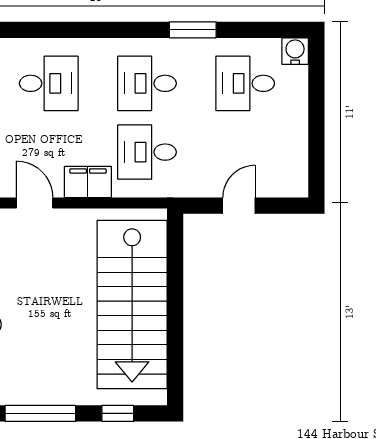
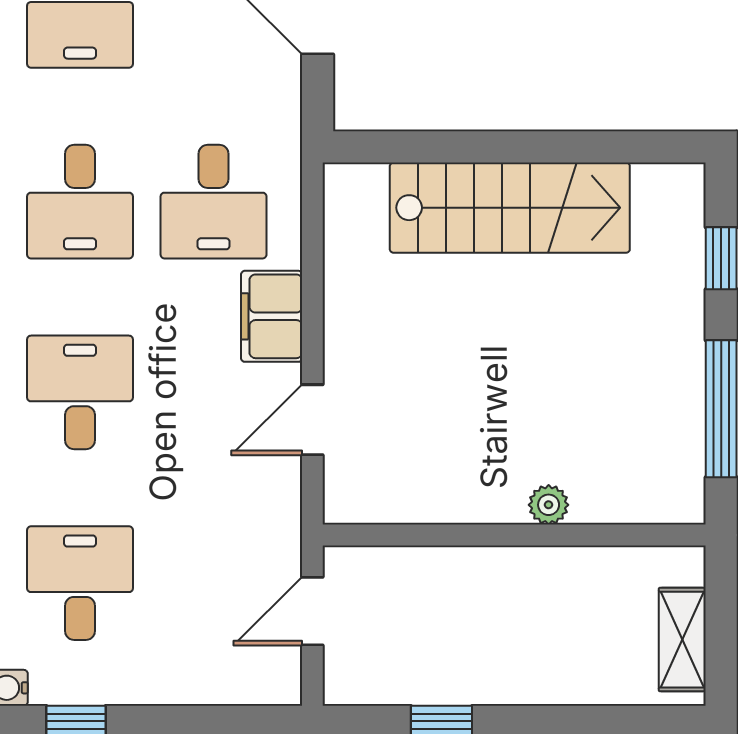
stairs: (132, 305) -> (510, 208), width x0.73, depth x0.66

